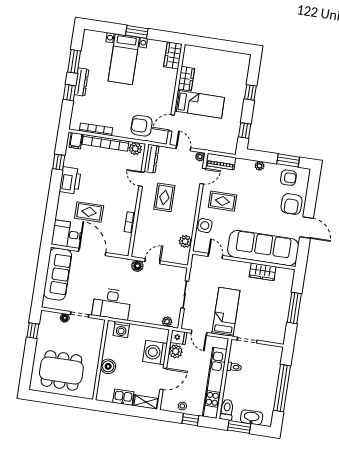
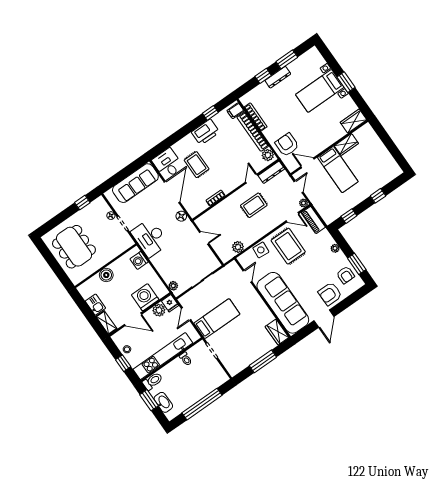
rug: (222, 201) -> (288, 246), width x1.36, depth x1.43
floor lamp: (137, 266) -> (181, 216), moved
wardrobe: (263, 272) -> (277, 332), moved

